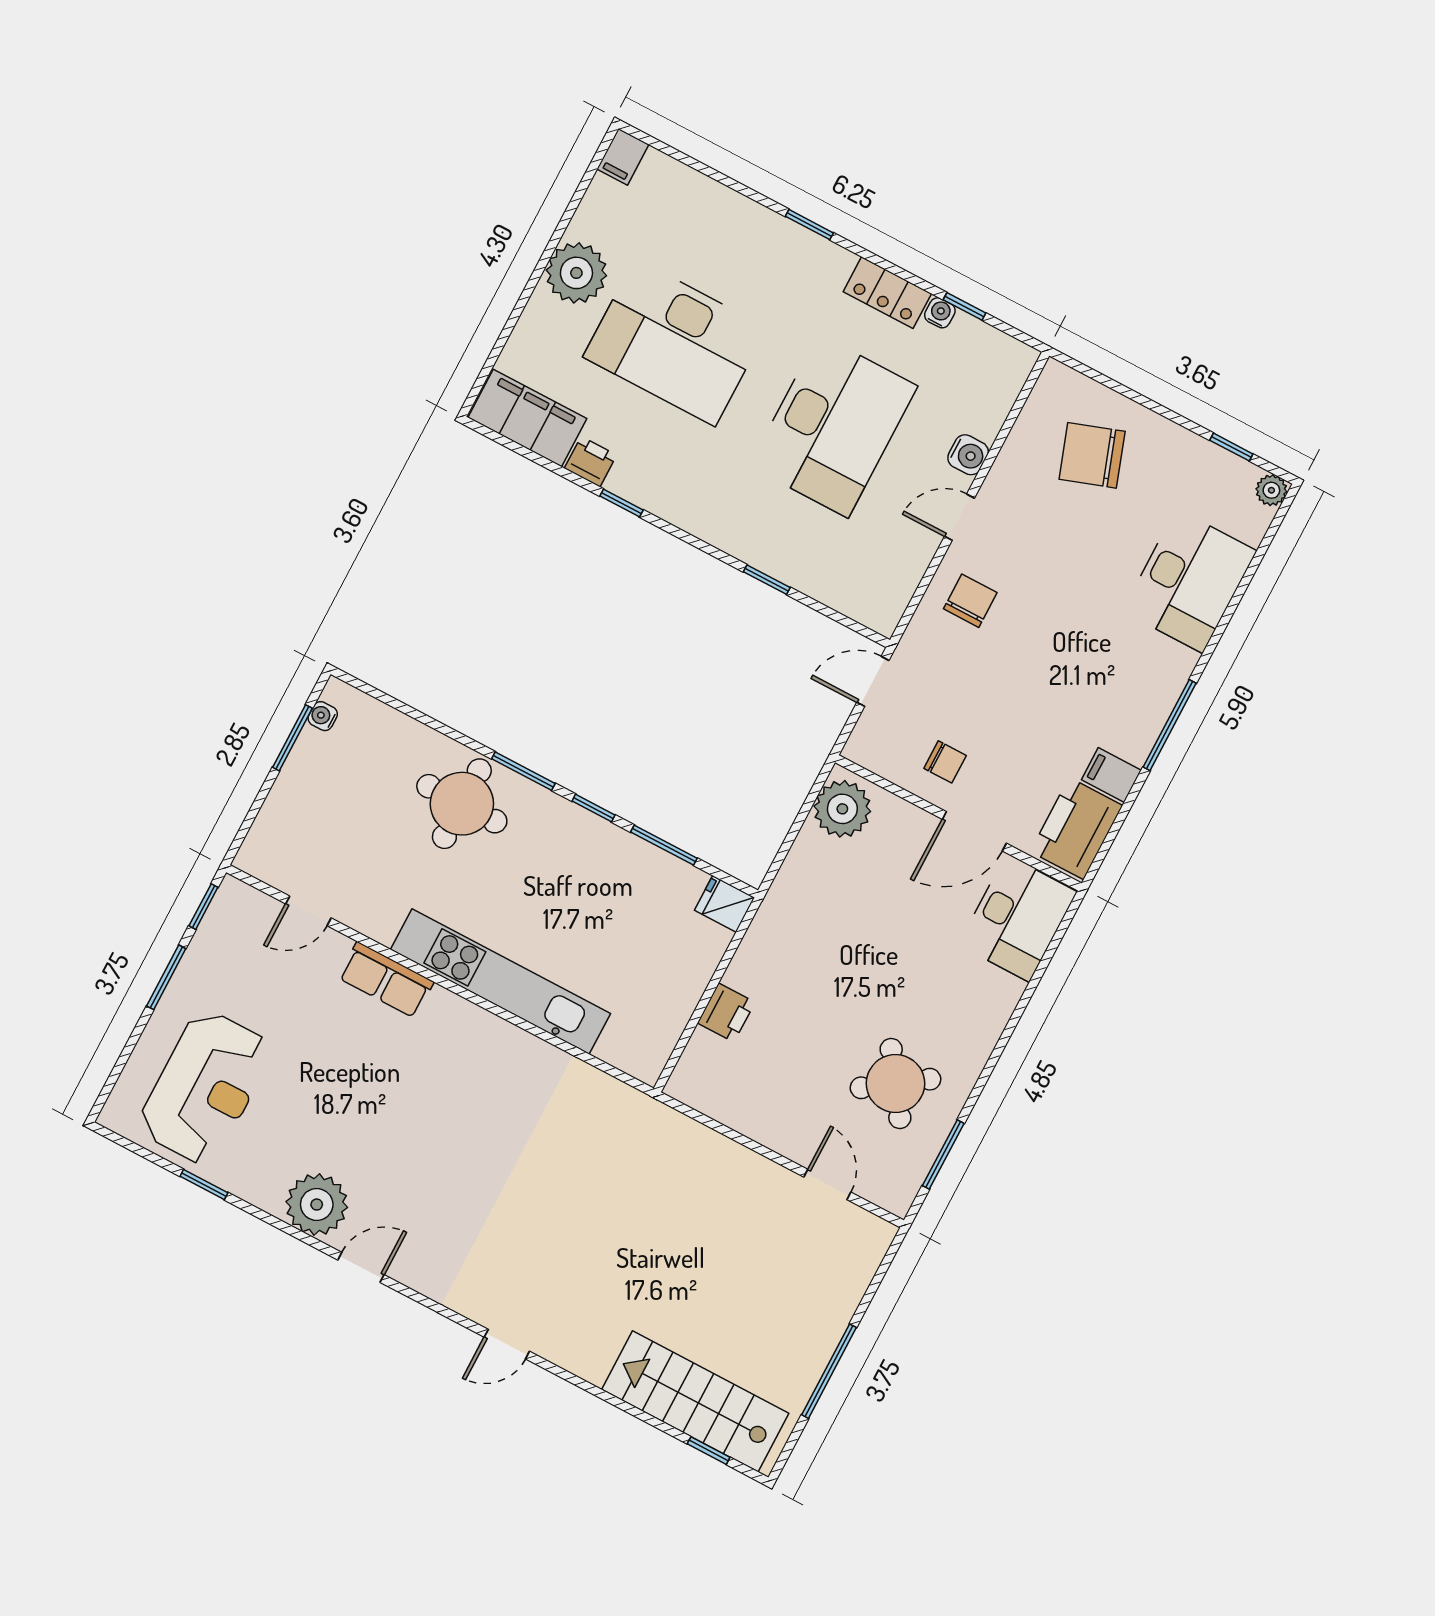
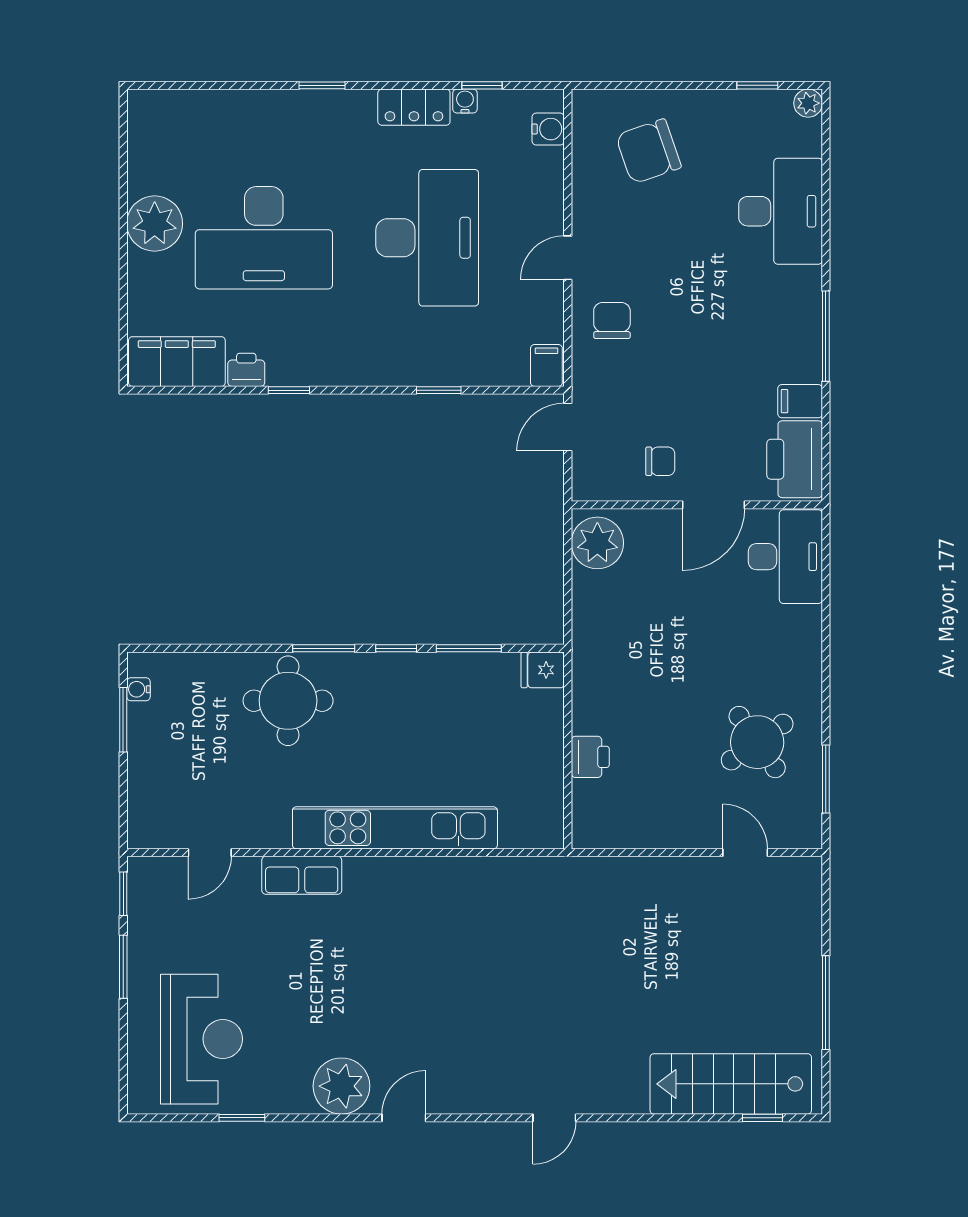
filing cabinet: (623, 157) -> (546, 365), moved, turned 180
water cooler: (968, 455) -> (548, 129), moved

